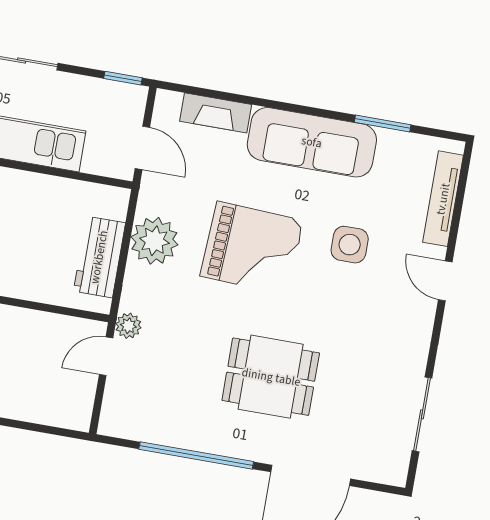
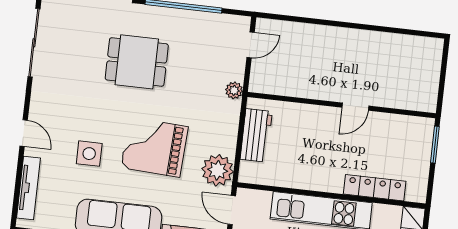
plant: (154, 241) -> (218, 170), moved
door: (106, 356) -> (251, 45), moved
sliding door: (422, 414) -> (34, 43), width x1.37

